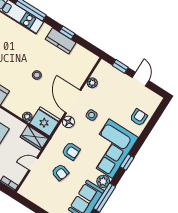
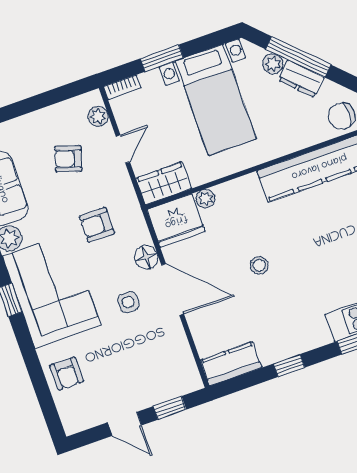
kitchen counter: (61, 41) -> (231, 364), moved
plant: (92, 83) -> (98, 116), moved
armchair: (60, 172) -> (68, 159), moved

